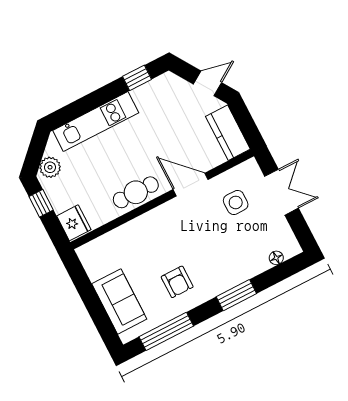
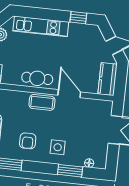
side table: (236, 202) -> (58, 147), moved
coffee table: (163, 220) -> (42, 102), added
window: (236, 295) -> (70, 171), moved

